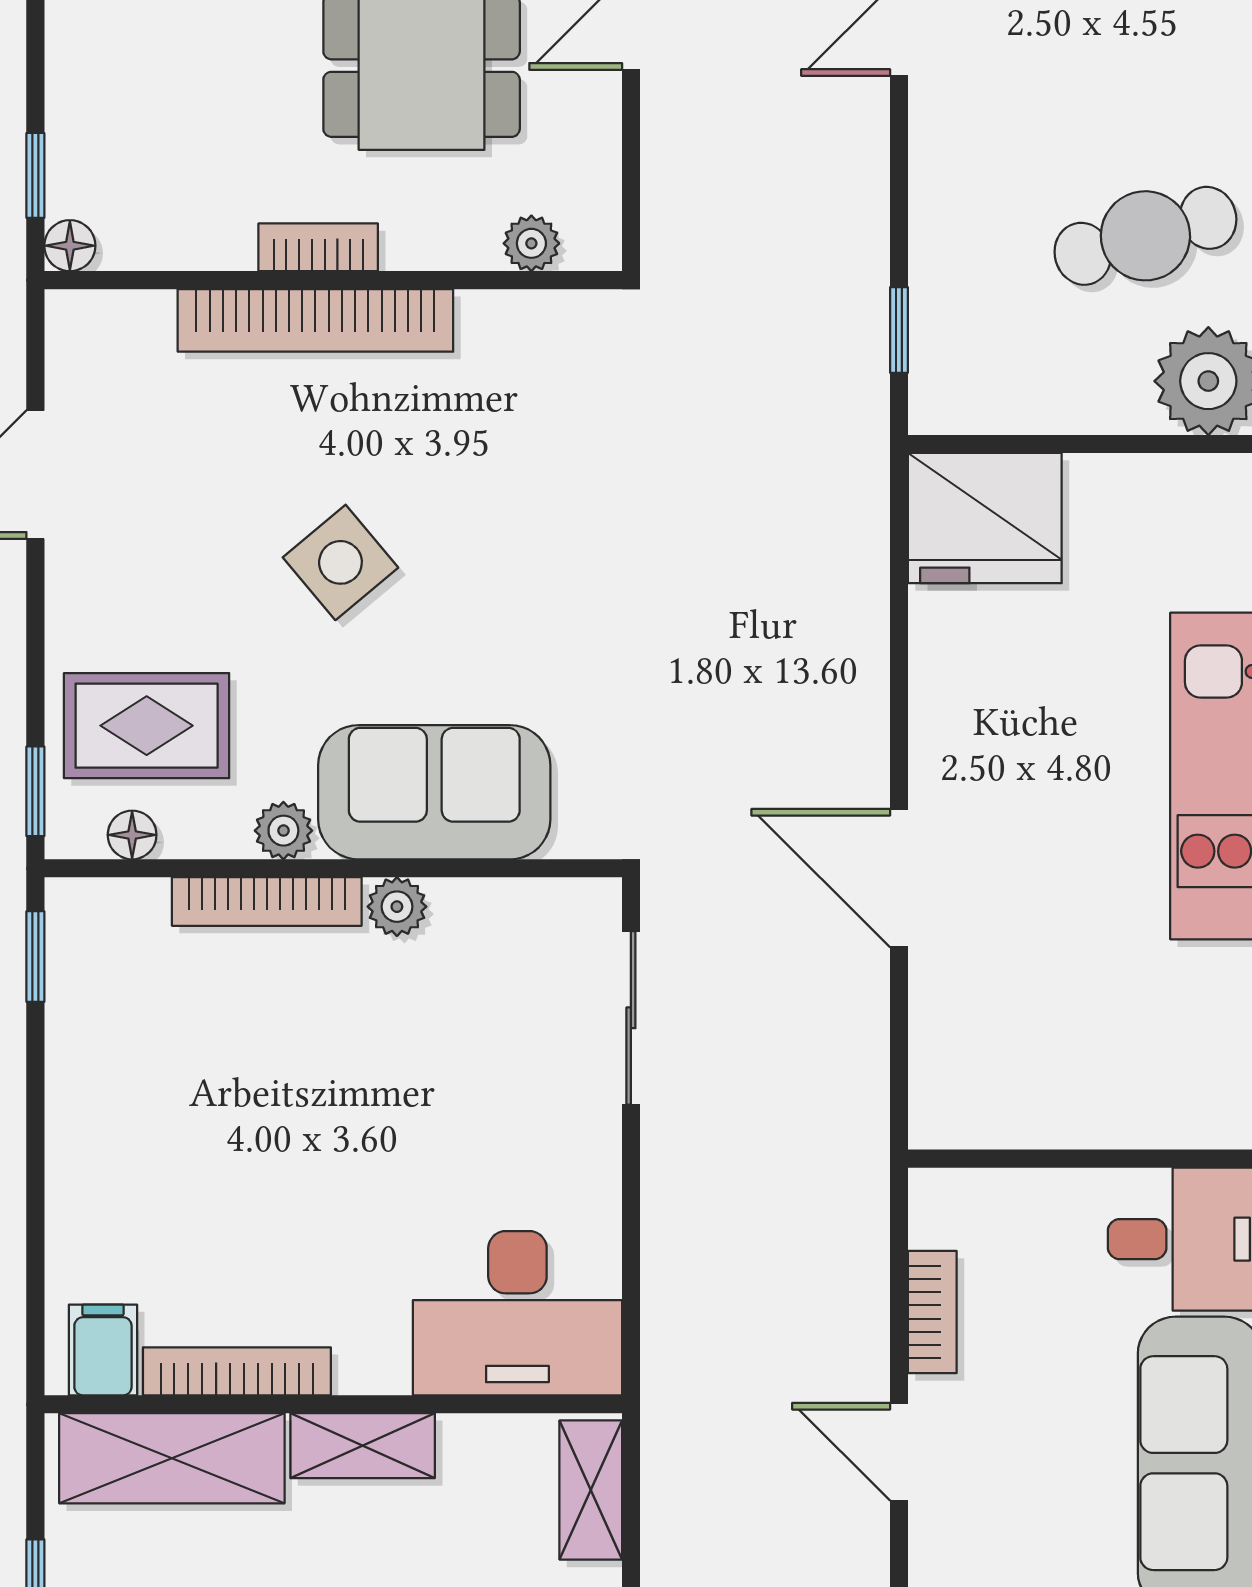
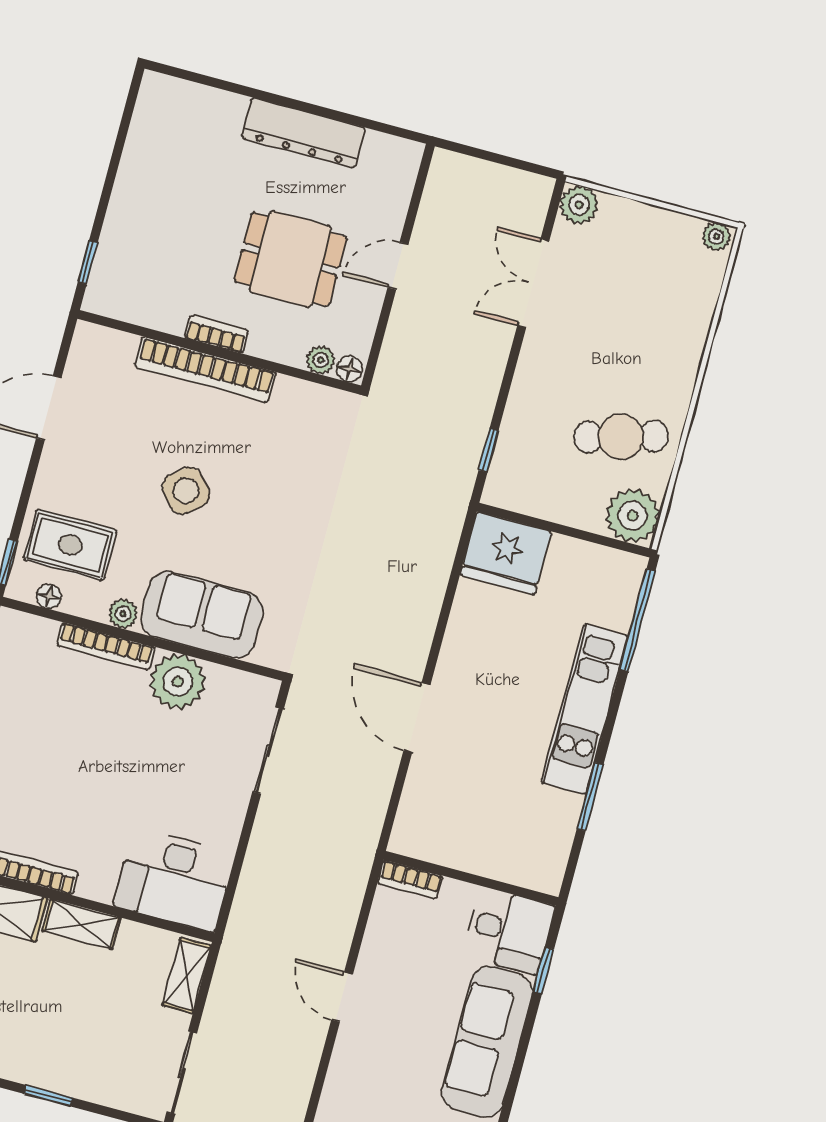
floor lamp: (70, 246) -> (349, 369), moved
plant: (397, 907) -> (178, 682), width x1.88, depth x1.88
bookcase: (932, 1312) -> (410, 880), moved, turned 90

